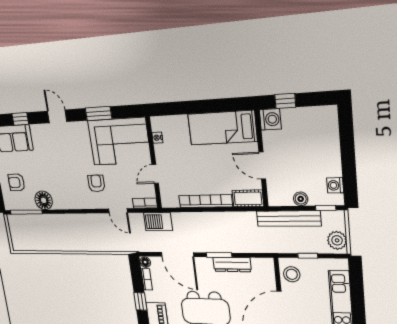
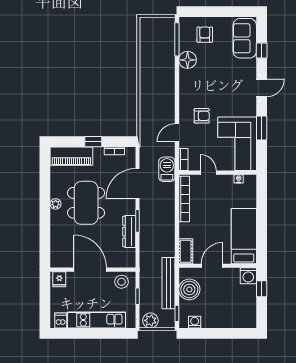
boiler: (301, 199) -> (189, 289), width x1.86, depth x1.86
bookcase: (205, 201) -> (184, 199), moved
floor lamp: (145, 262) -> (130, 152), removed

